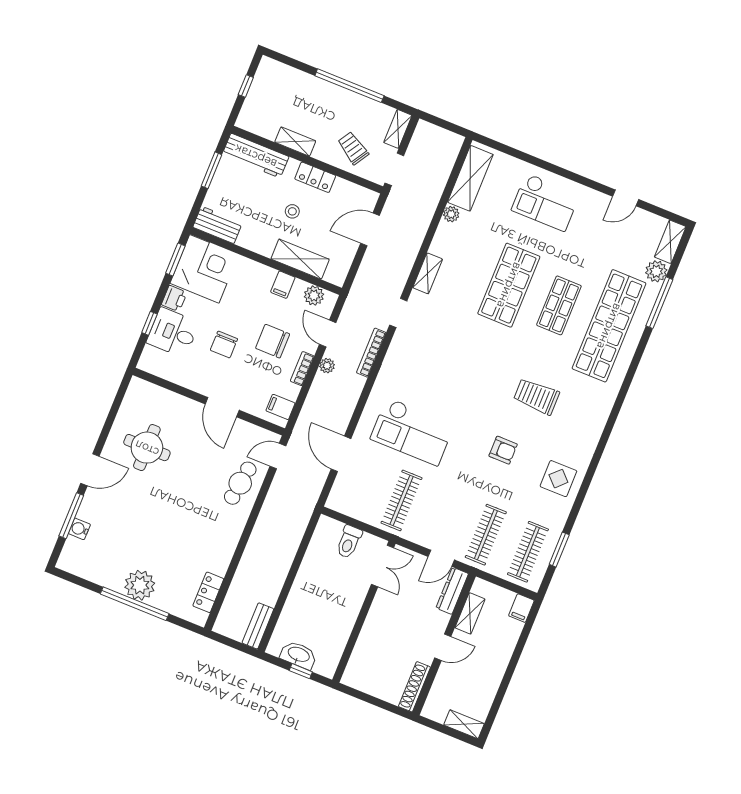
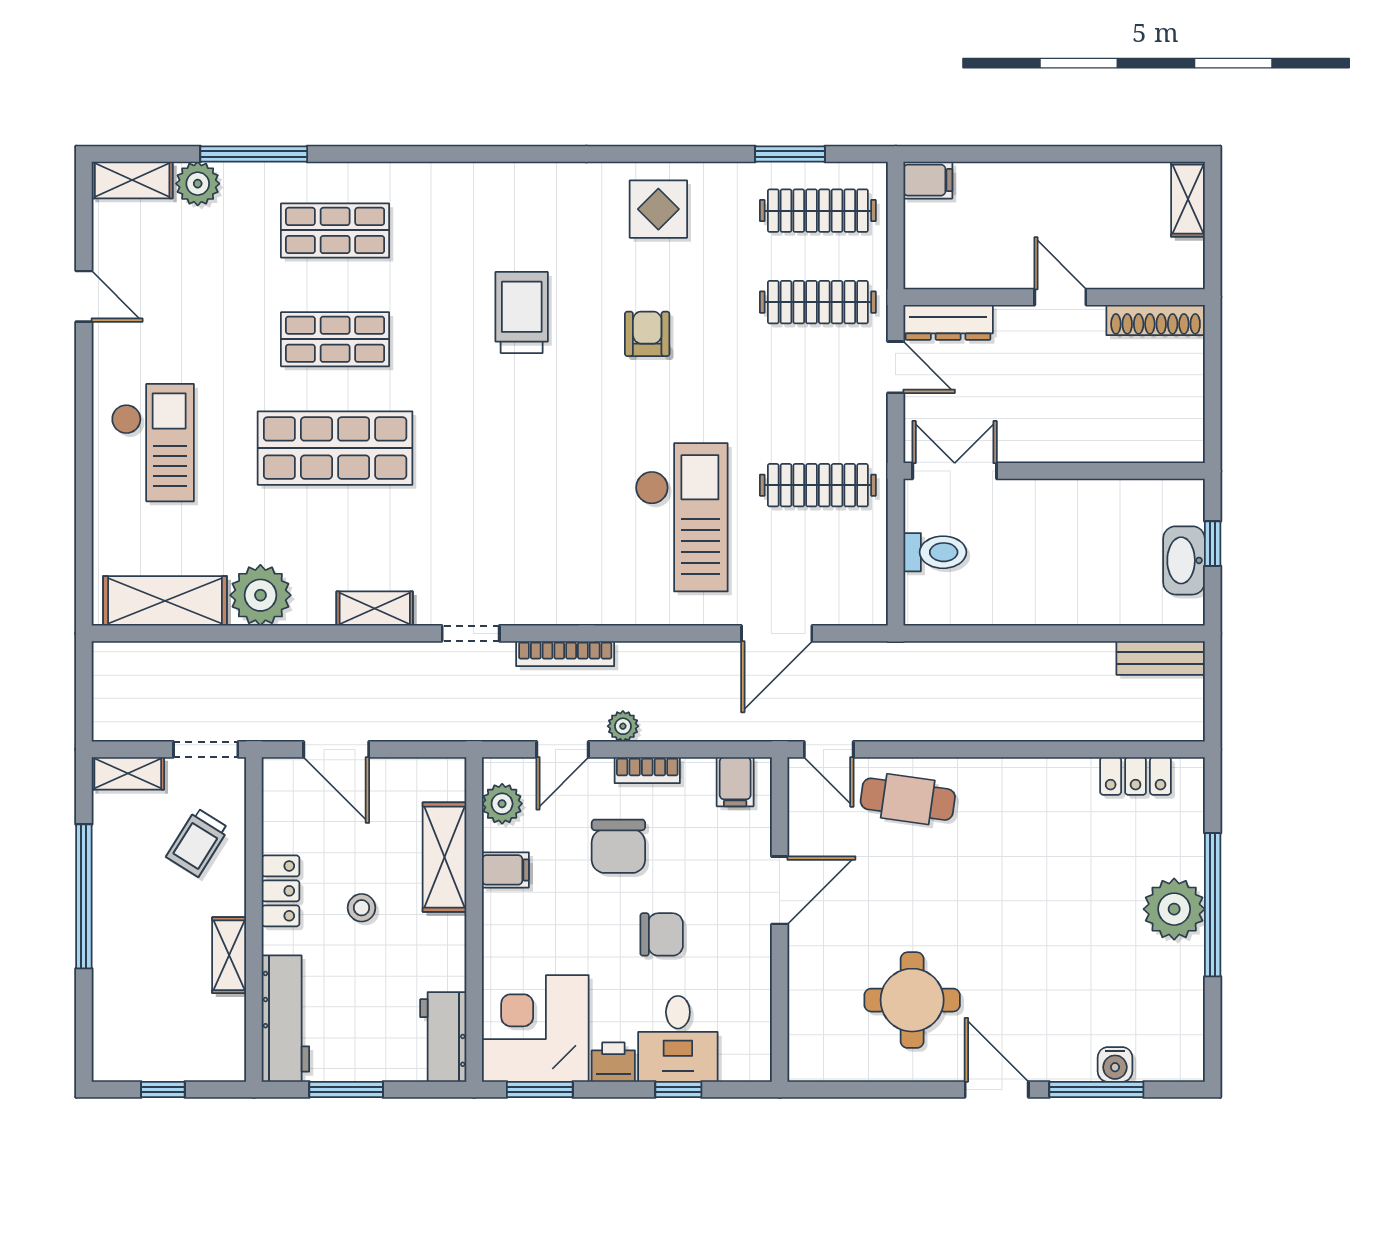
plant: (451, 214) -> (260, 595), width x1.87, depth x1.87
shop shelf: (609, 326) -> (335, 230), width x0.50, depth x0.74
trolley: (536, 396) -> (522, 312), turned 180
shelving: (470, 613) -> (977, 272), removed

